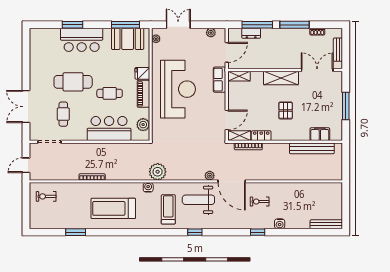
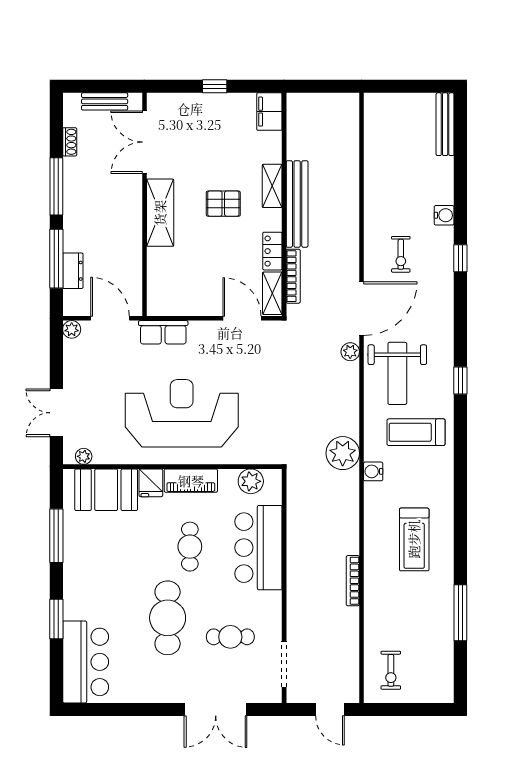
window: (125, 25) -> (56, 536), moved
plant: (211, 33) -> (72, 329), moved
booth: (128, 39) -> (106, 490), moved, turned 90
bar counter: (82, 40) -> (86, 662), moved
shelving: (239, 76) -> (272, 186), moved
window: (346, 106) -> (215, 86), width x0.46
filing cabinet: (320, 134) -> (269, 112), moved
bench: (312, 148) -> (297, 204), moved
treadmill: (113, 208) -> (414, 539), width x0.73, depth x0.73
window: (76, 232) -> (460, 613), width x1.44

